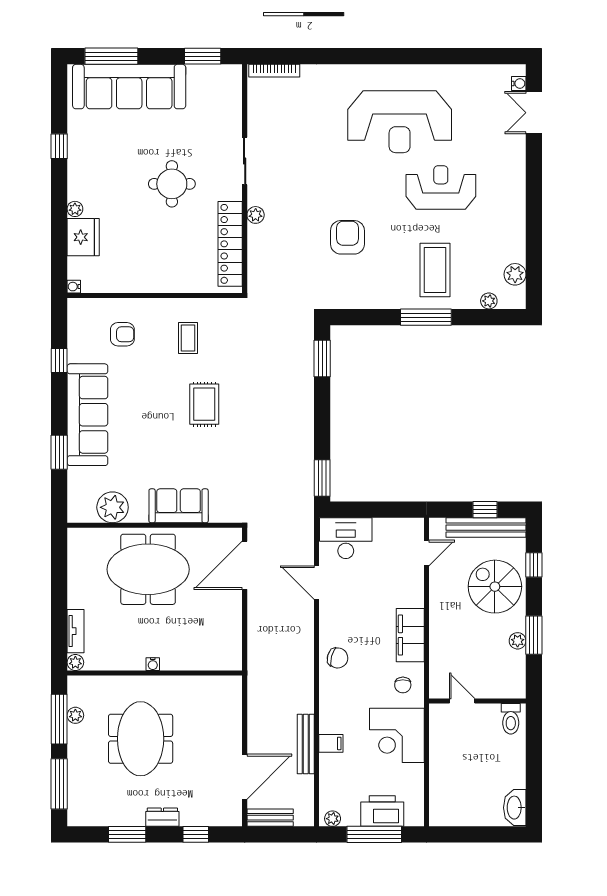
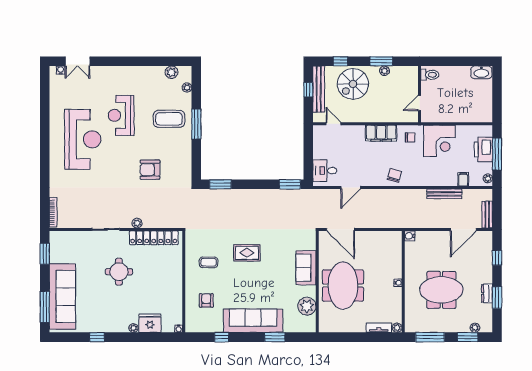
desk: (346, 538) -> (325, 171), width x0.73
water cooler: (233, 684) -> (410, 236), added
plant: (75, 715) -> (475, 328), moved
filing cabinet: (331, 743) -> (463, 179), moved
door: (245, 777) -> (463, 229), swing flipped
window: (59, 784) -> (468, 337), width x0.69
dresser: (162, 817) -> (487, 293), moved

